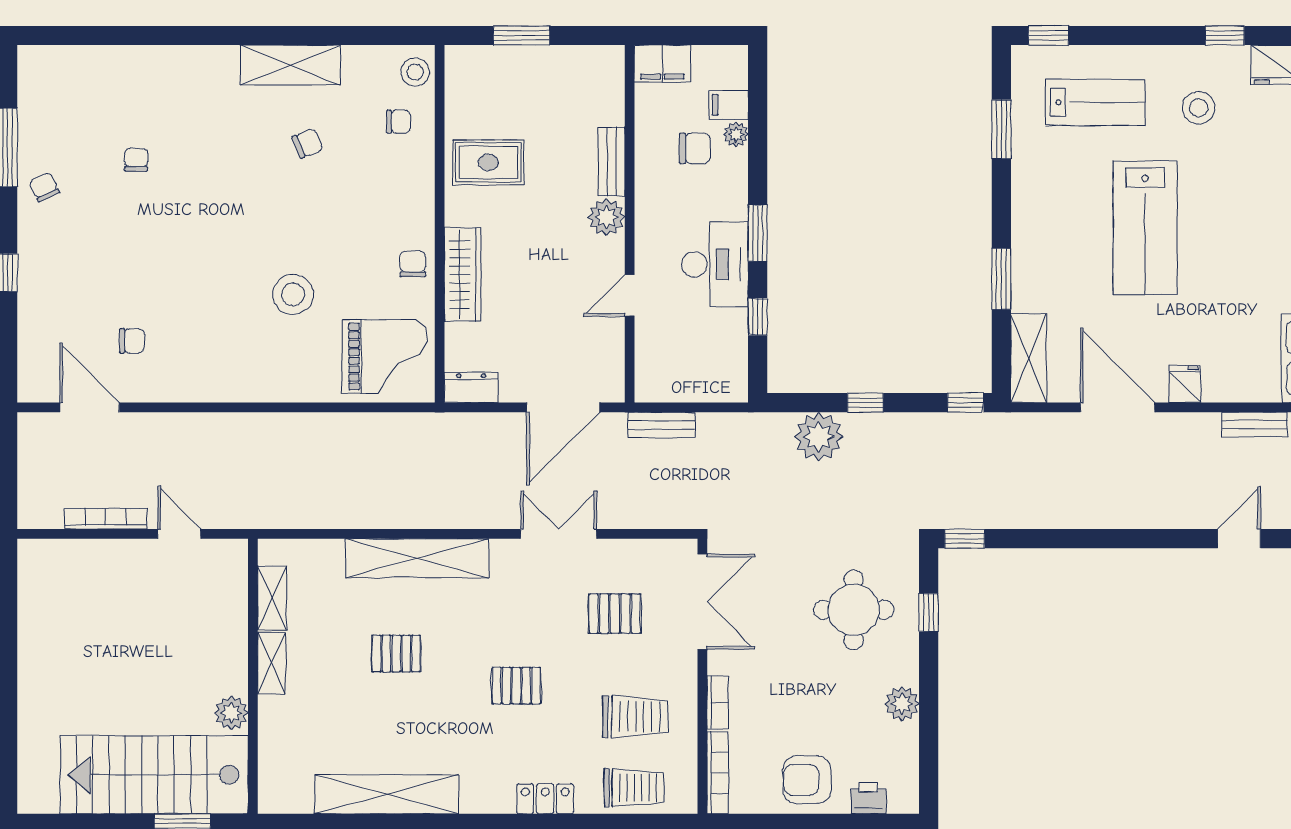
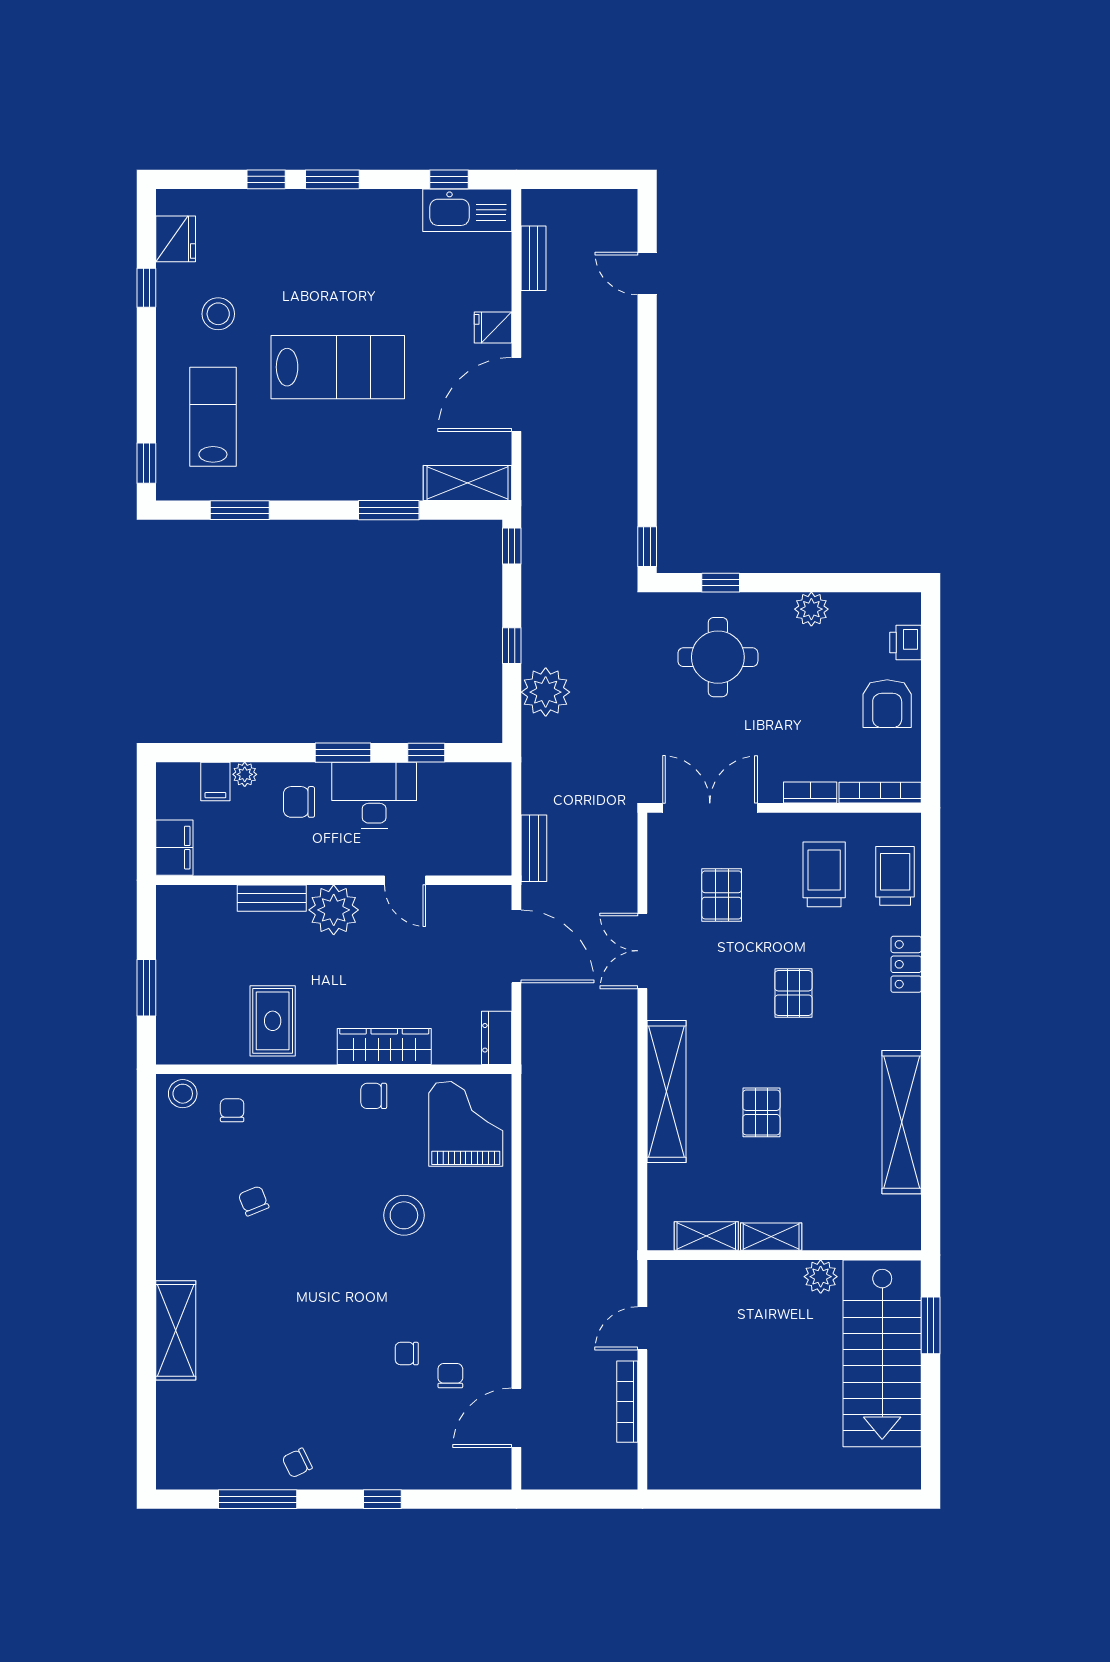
shelving: (290, 65) -> (176, 1330), moved
chair: (695, 148) -> (299, 802), moved, turned -90
chair: (136, 160) -> (407, 1354), moved
plant: (606, 217) -> (334, 910), width x1.36, depth x1.36

